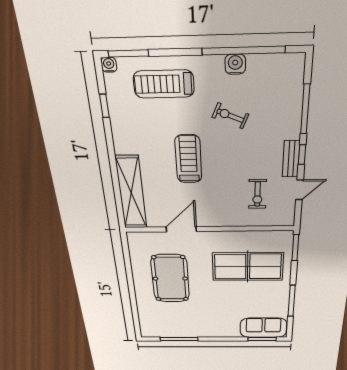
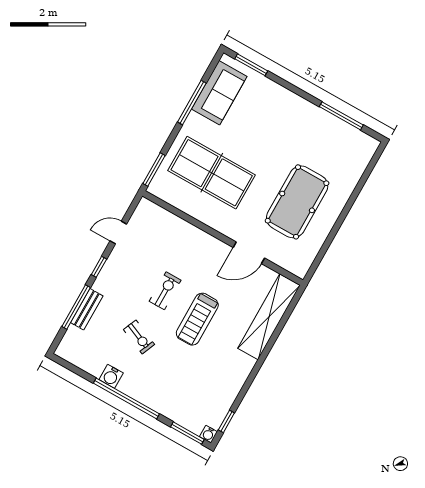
window: (244, 50) -> (126, 399), moved
treadmill: (164, 84) -> (176, 394), removed
window: (104, 106) -> (226, 421), moved
bench: (291, 159) -> (87, 309), moved
exercise bike: (257, 194) -> (165, 291), moved
sofa: (263, 328) -> (219, 93), moved, turned -90

